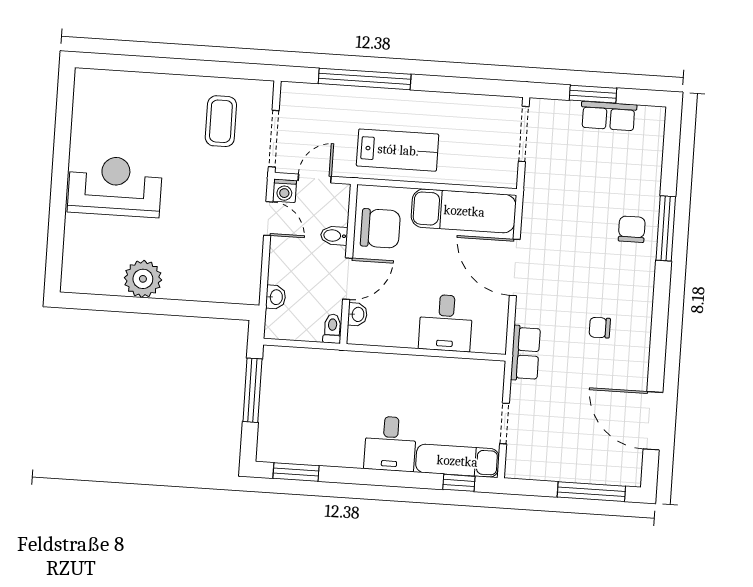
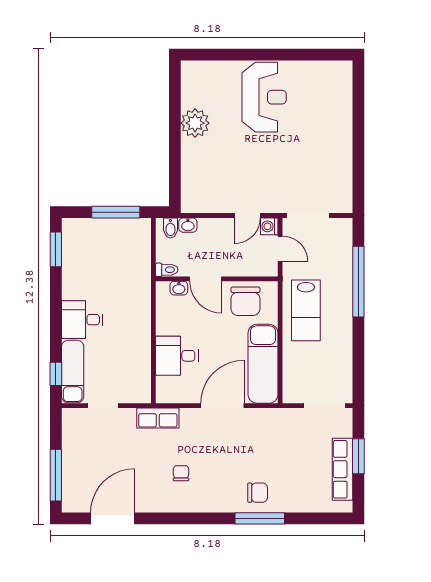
row of seats: (609, 116) -> (343, 469), width x1.48
coffee table: (221, 121) -> (319, 174), removed
bidet: (334, 236) -> (170, 228), moved, turned 180

